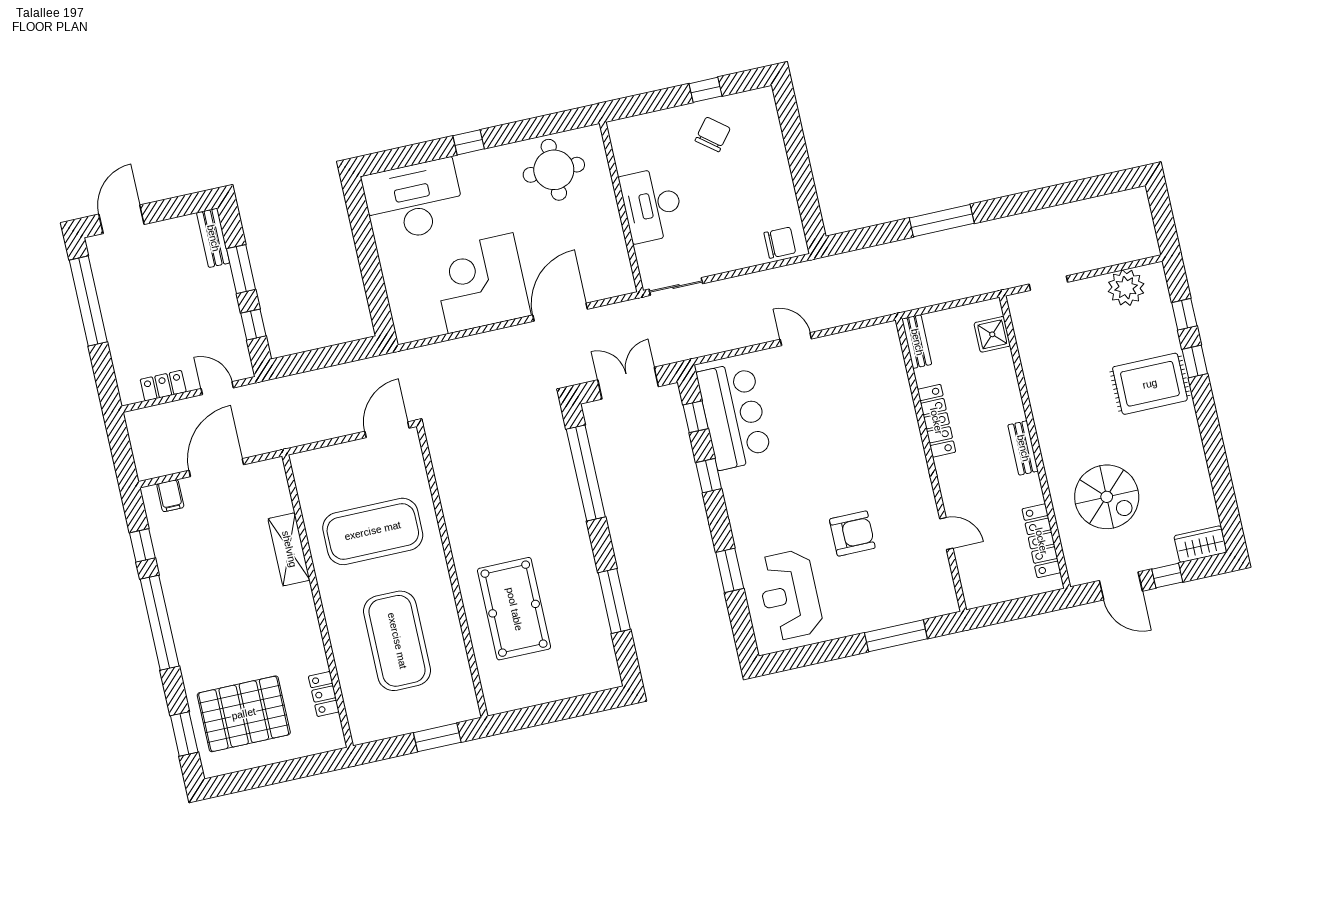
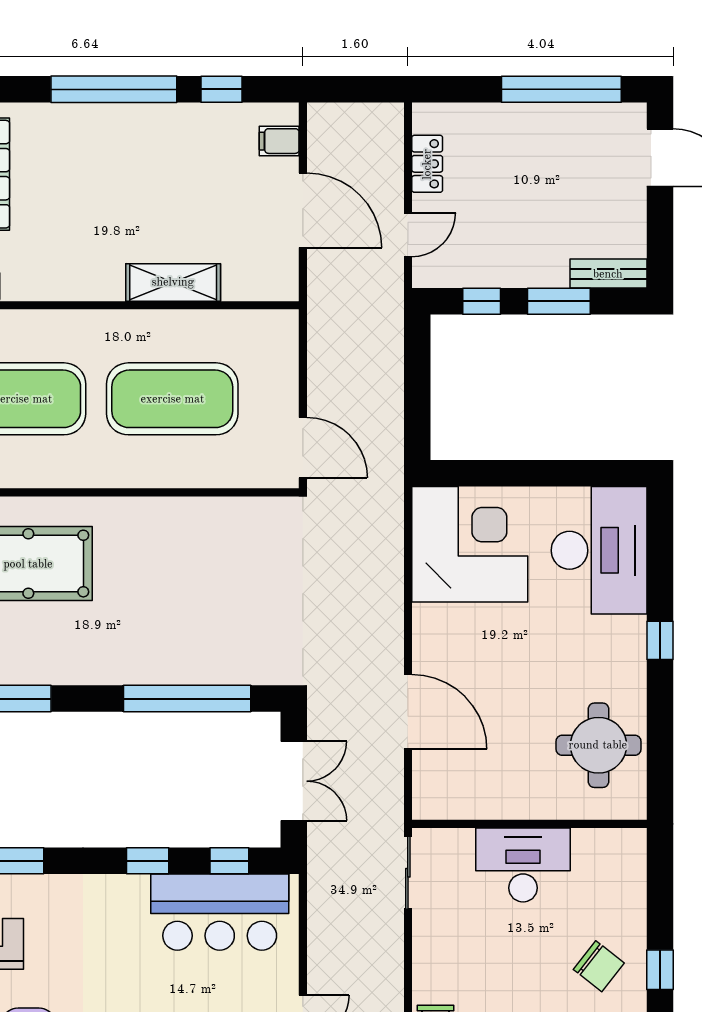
corner desk: (481, 283) -> (470, 544), moved
exercise mat: (373, 531) -> (172, 399), turned 90

